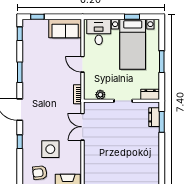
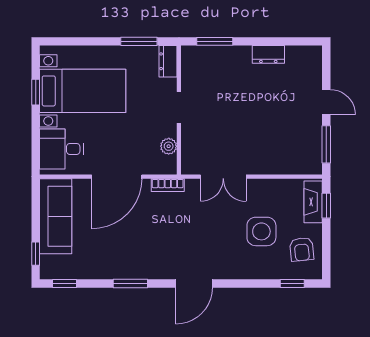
sofa: (65, 29) -> (56, 216), width x1.36
window: (162, 62) -> (139, 41), moved
door: (83, 64) -> (117, 177), width x1.87
dresser: (154, 117) -> (268, 54), moved
window: (20, 142) -> (292, 283), moved

